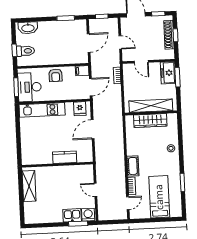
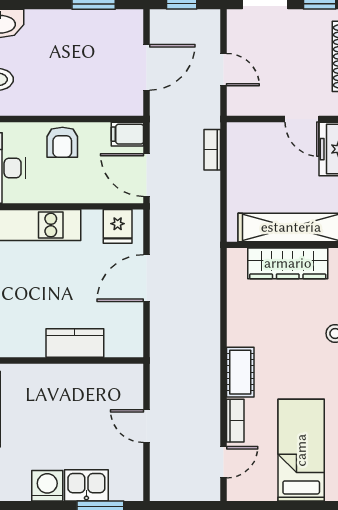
door: (141, 62) -> (302, 119), moved
door: (91, 87) -> (147, 175), swing flipped
washing machine: (88, 215) -> (47, 486), moved

